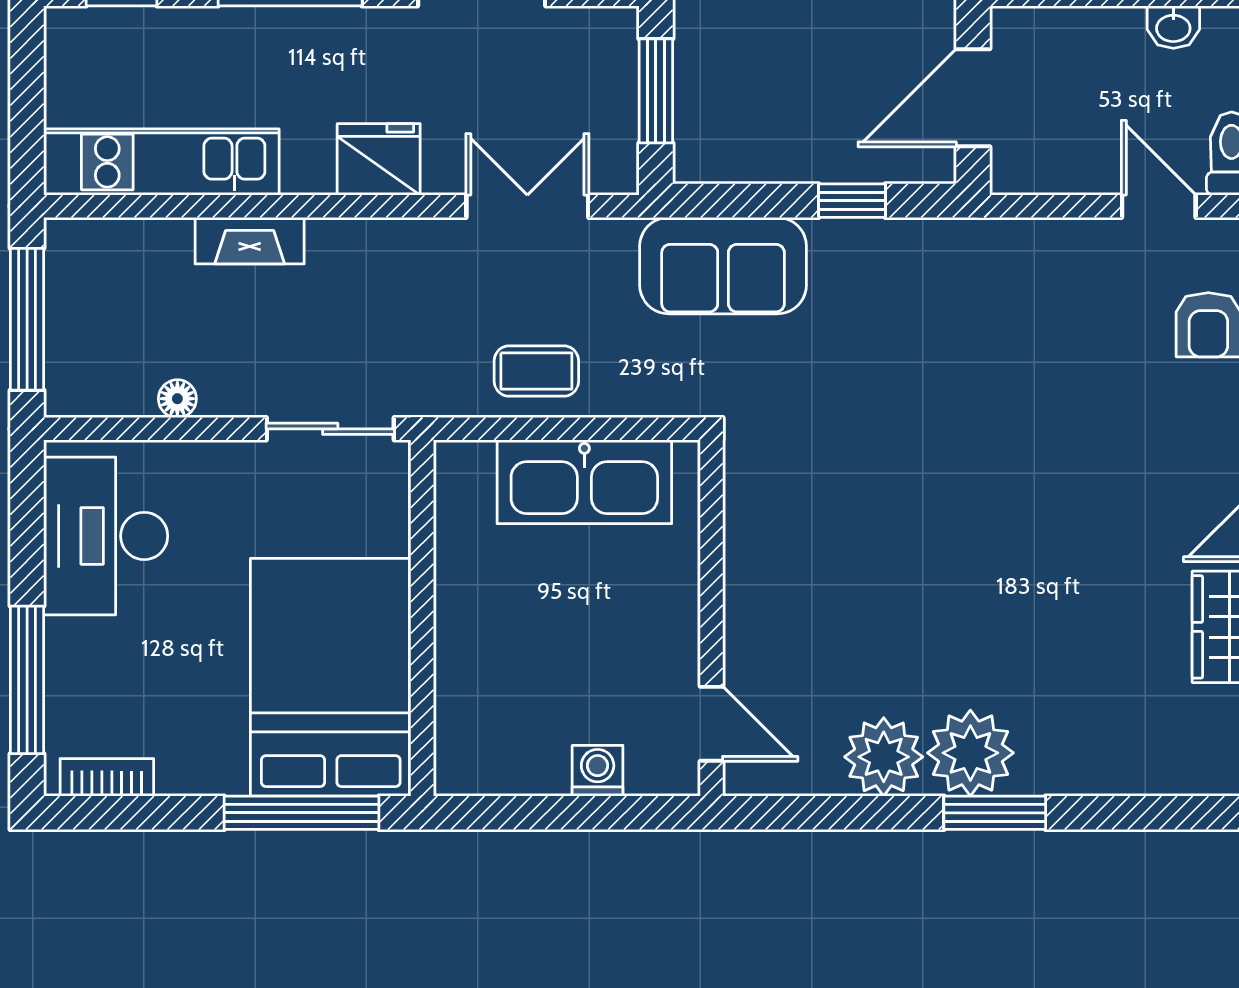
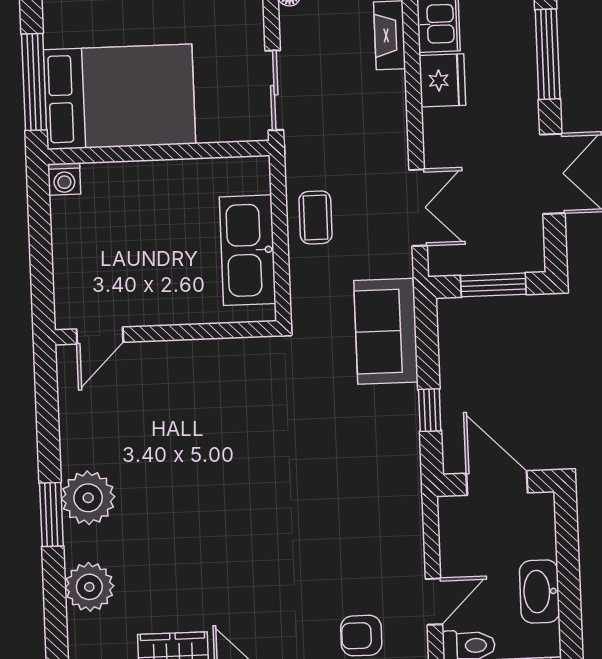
washbasin: (1173, 27) -> (539, 591), width x1.91, depth x1.45
fridge: (379, 159) -> (442, 80), moved
plant: (884, 757) -> (89, 587), moved
washing machine: (598, 771) -> (64, 179), moved, turned 90

